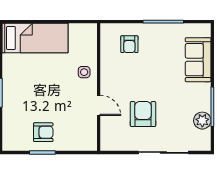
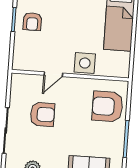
armchair: (129, 44) -> (107, 106), width x1.88, depth x1.88
side table: (84, 72) -> (85, 63), width x1.87, depth x1.87

